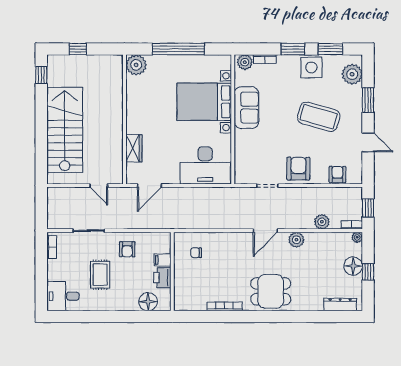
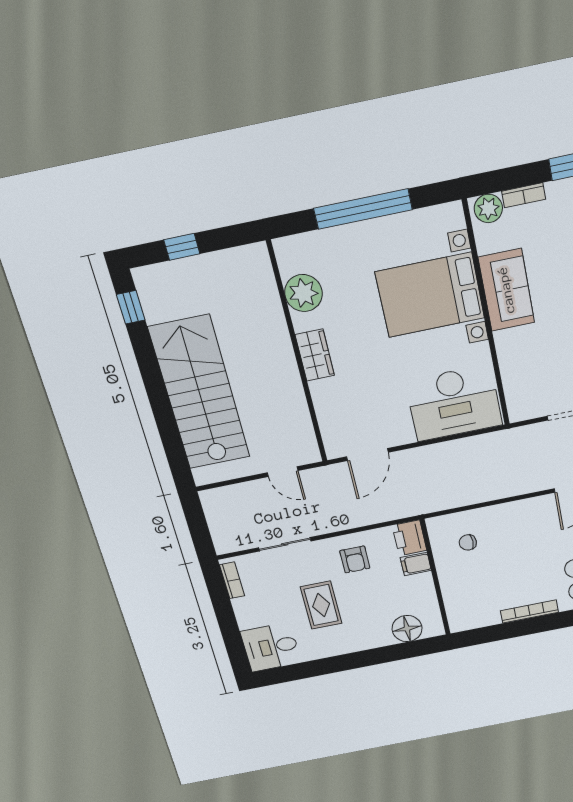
plant: (136, 65) -> (303, 293), moved
wardrobe: (134, 148) -> (315, 355), moved
printer: (162, 278) -> (409, 538), moved

